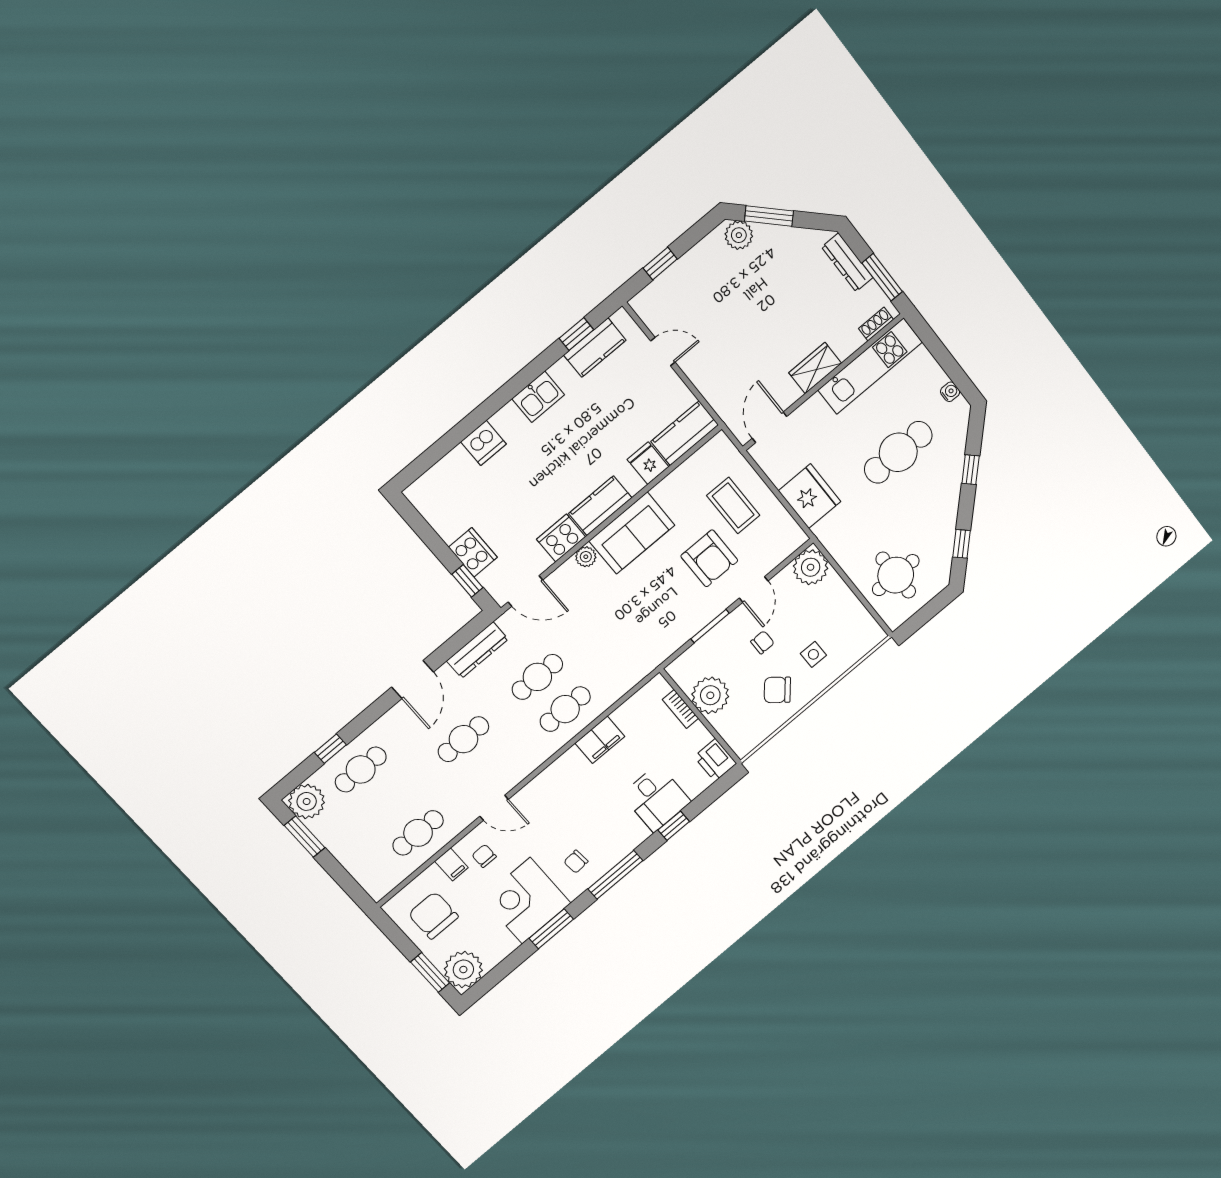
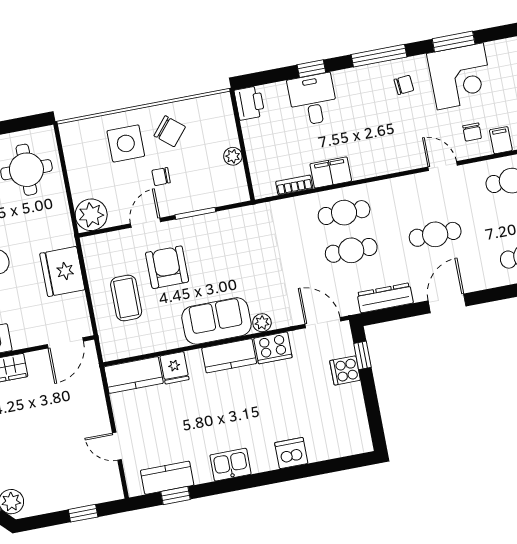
cooker: (473, 552) -> (345, 370), width x0.73
side table: (813, 654) -> (126, 143), width x1.87, depth x1.87
plant: (710, 695) -> (233, 156), width x0.53, depth x0.53
bookcase: (680, 709) -> (294, 185), moved, turned -90

